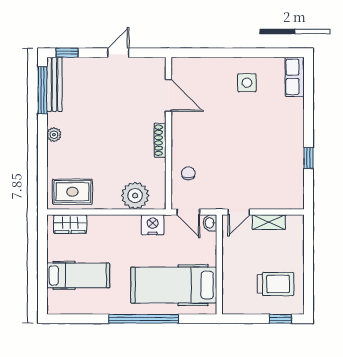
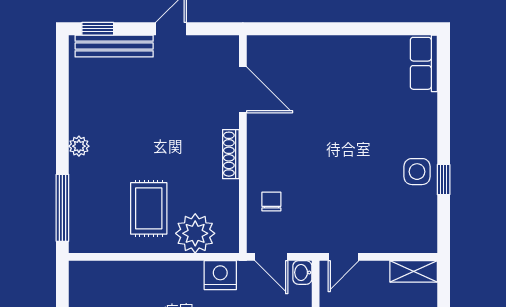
side table: (247, 83) -> (417, 172), moved
bench: (54, 84) -> (114, 46), moved, turned 90
window: (42, 90) -> (62, 208), moved
rug: (72, 192) -> (149, 208), moved, turned 90
shelving: (269, 222) -> (414, 271), moved
wardrobe: (70, 224) -> (102, 274), removed

